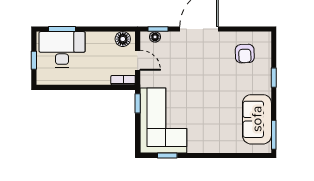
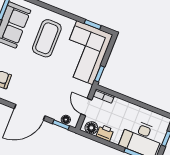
printer: (105, 39) -> (105, 133), added
coffee table: (212, 120) -> (47, 38), added

